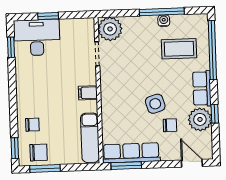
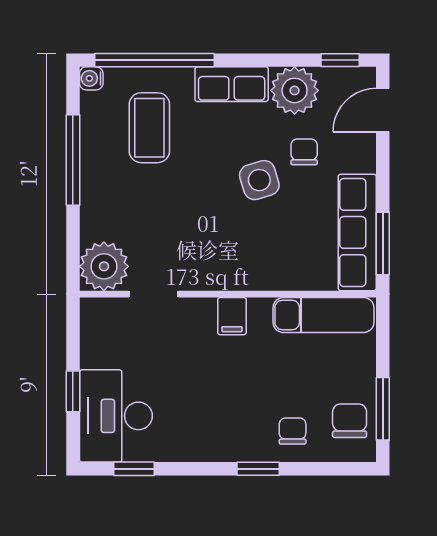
water cooler: (164, 21) -> (91, 78), moved
window: (215, 114) -> (340, 60), moved
window: (15, 148) -> (258, 469), moved

